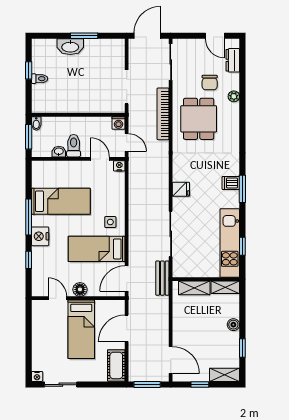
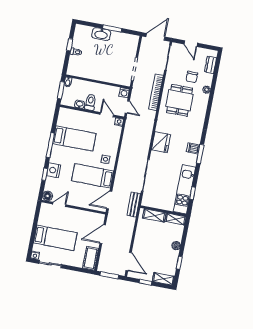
door: (215, 36) -> (191, 44), moved
fridge: (181, 189) -> (161, 142), width x1.88, depth x1.34
nightstand: (40, 236) -> (54, 170), moved
floor lamp: (80, 289) -> (48, 196), moved
door: (57, 298) -> (59, 204), hinge flipped
bed: (81, 329) -> (55, 238), moved, turned -90

